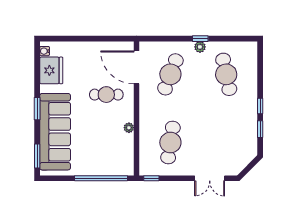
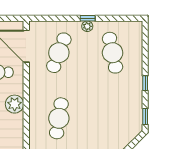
plant: (129, 128) -> (15, 104), width x1.88, depth x1.88
window: (260, 129) -> (145, 117), moved

